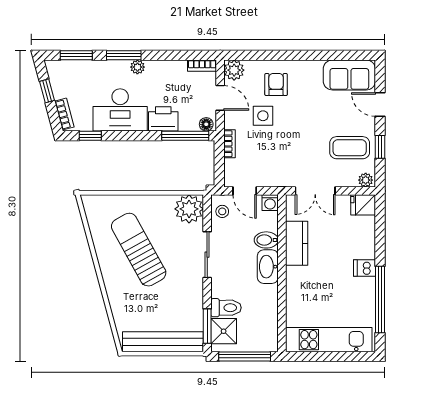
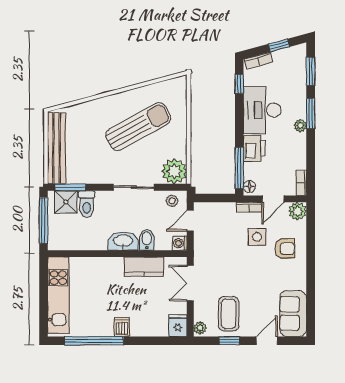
bookcase: (230, 144) -> (249, 207), moved

